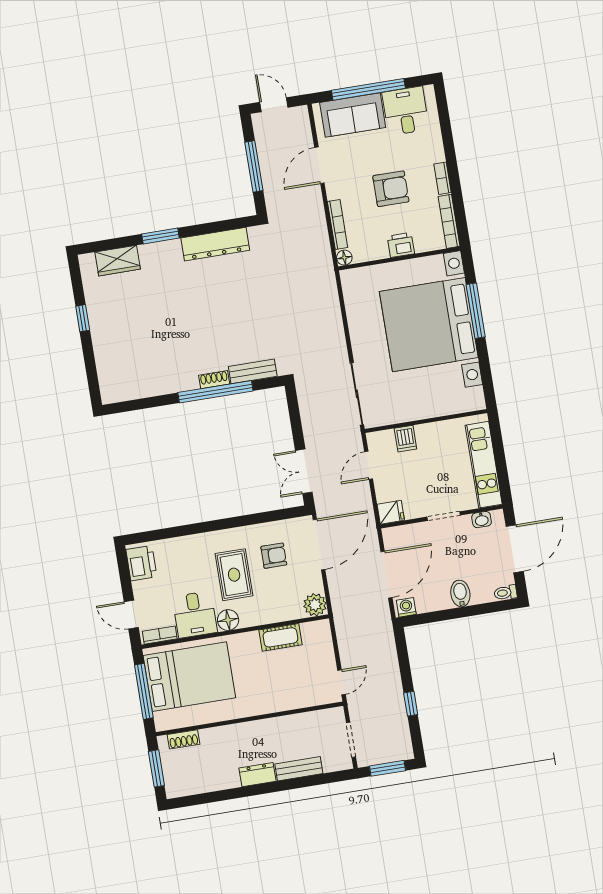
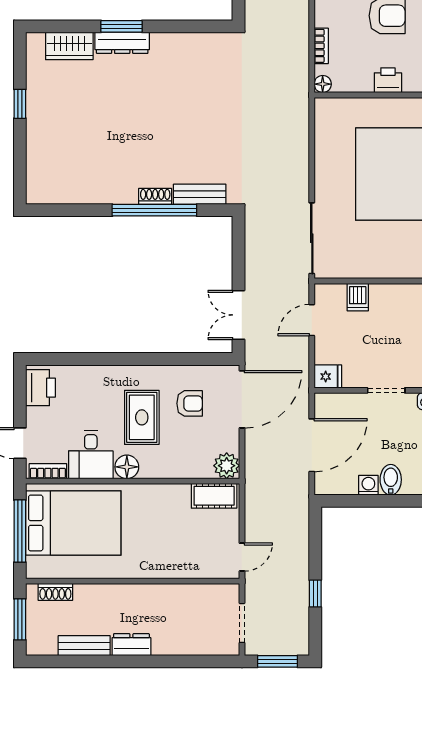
bookcase: (338, 224) -> (321, 46), width x0.64
dresser: (215, 244) -> (122, 43), moved, width x0.73, depth x0.80
washing machine: (406, 607) -> (368, 485), moved
cot: (280, 637) -> (214, 496), moved
bench: (299, 769) -> (84, 646), moved

